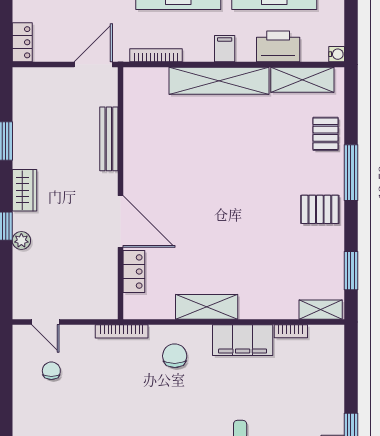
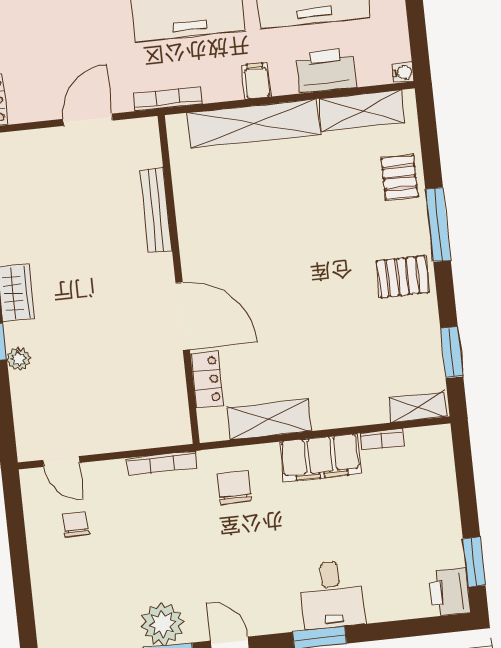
bench: (109, 139) -> (156, 210), moved
wall: (121, 193) -> (179, 279), moved
door: (121, 221) -> (183, 316), moved
locker: (134, 272) -> (207, 379), moved

